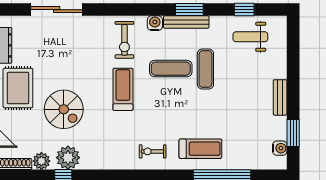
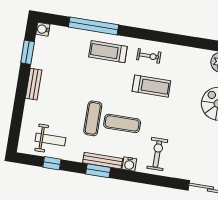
treadmill: (123, 89) -> (151, 86), moved, turned -90
water cooler: (280, 148) -> (43, 29), moved

